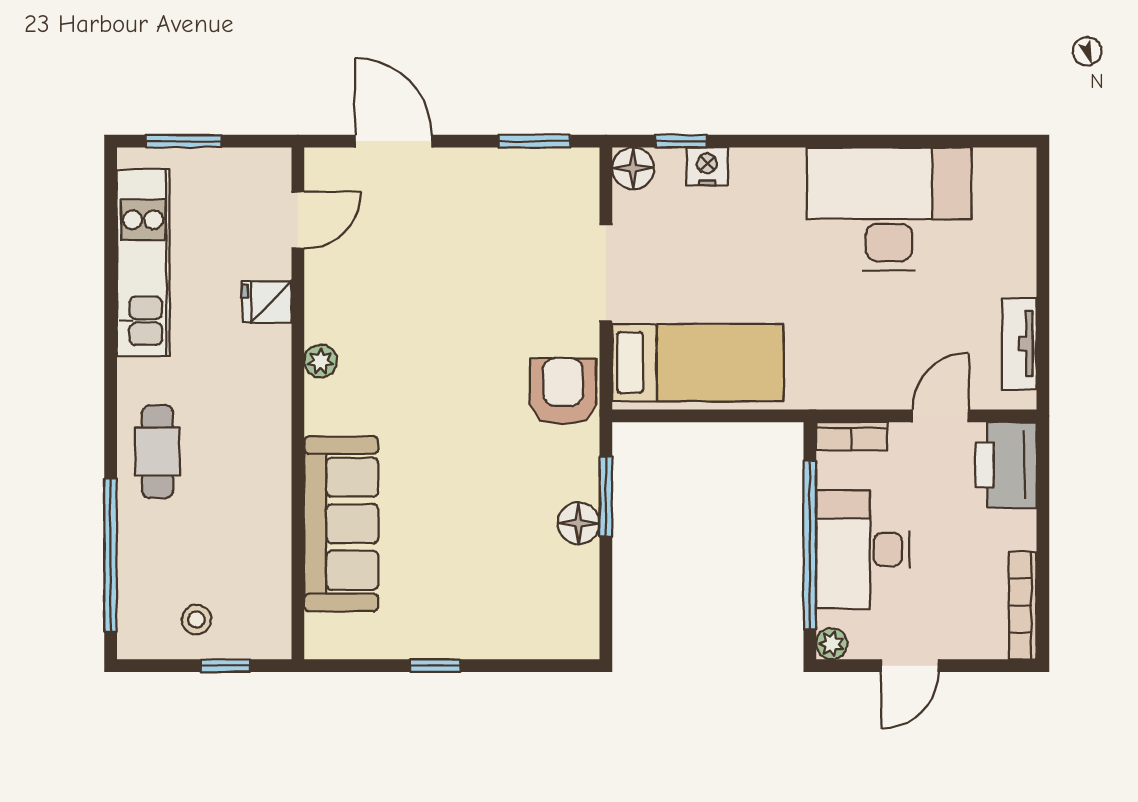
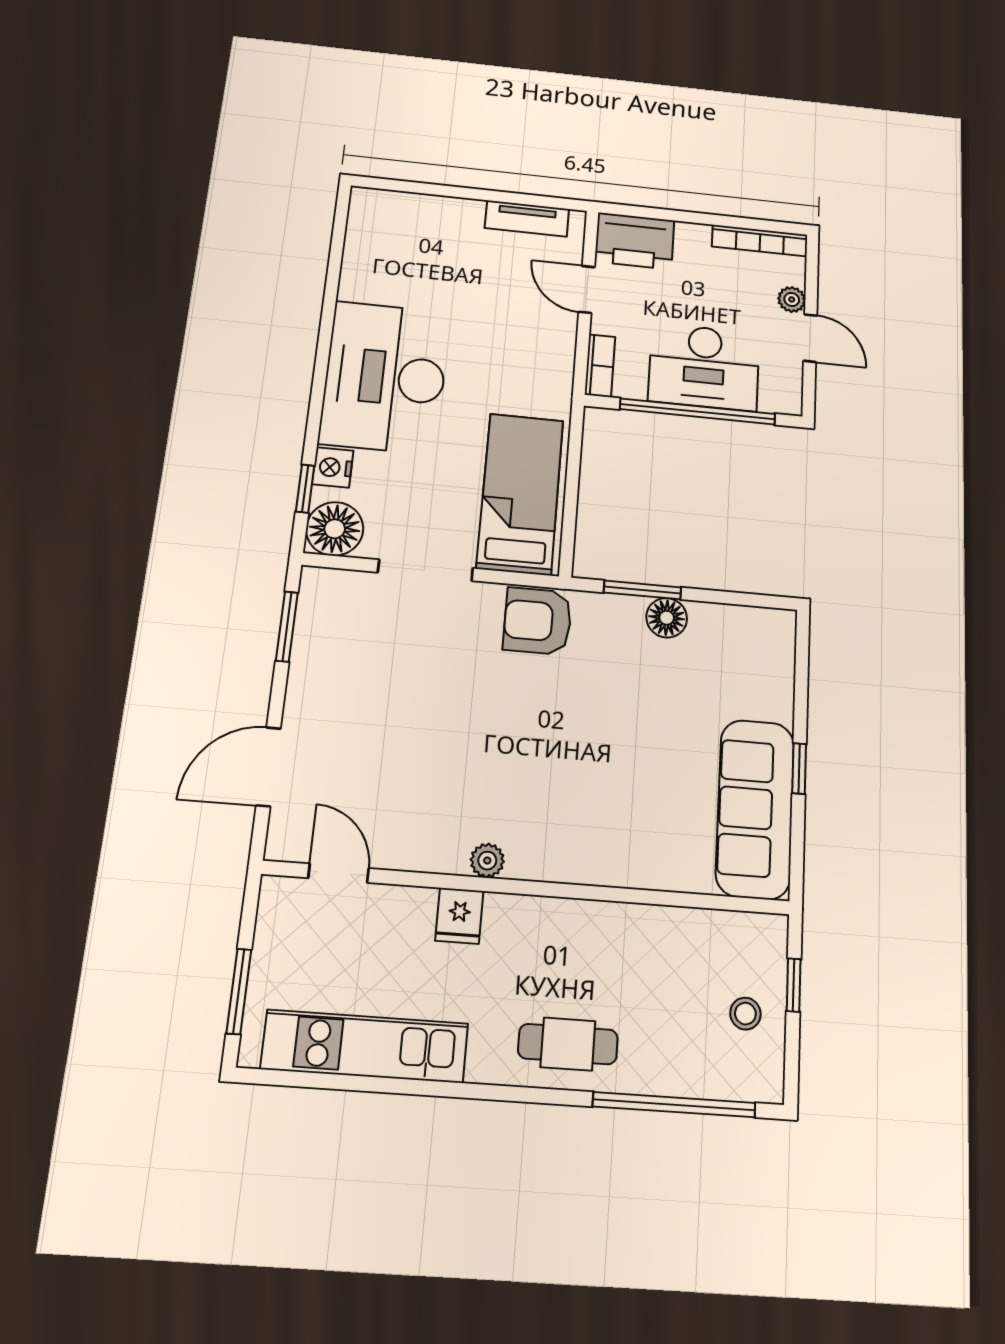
floor lamp: (633, 168) -> (335, 529), width x1.38, depth x1.38
desk: (889, 209) -> (385, 377), moved
fridge: (267, 302) -> (459, 916), moved
sofa: (341, 524) -> (755, 809), moved, turned -90
plant: (832, 644) -> (792, 299), moved

